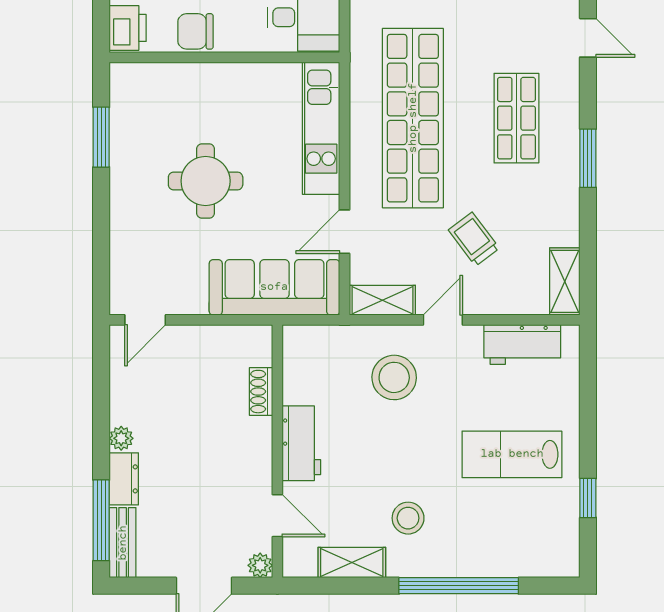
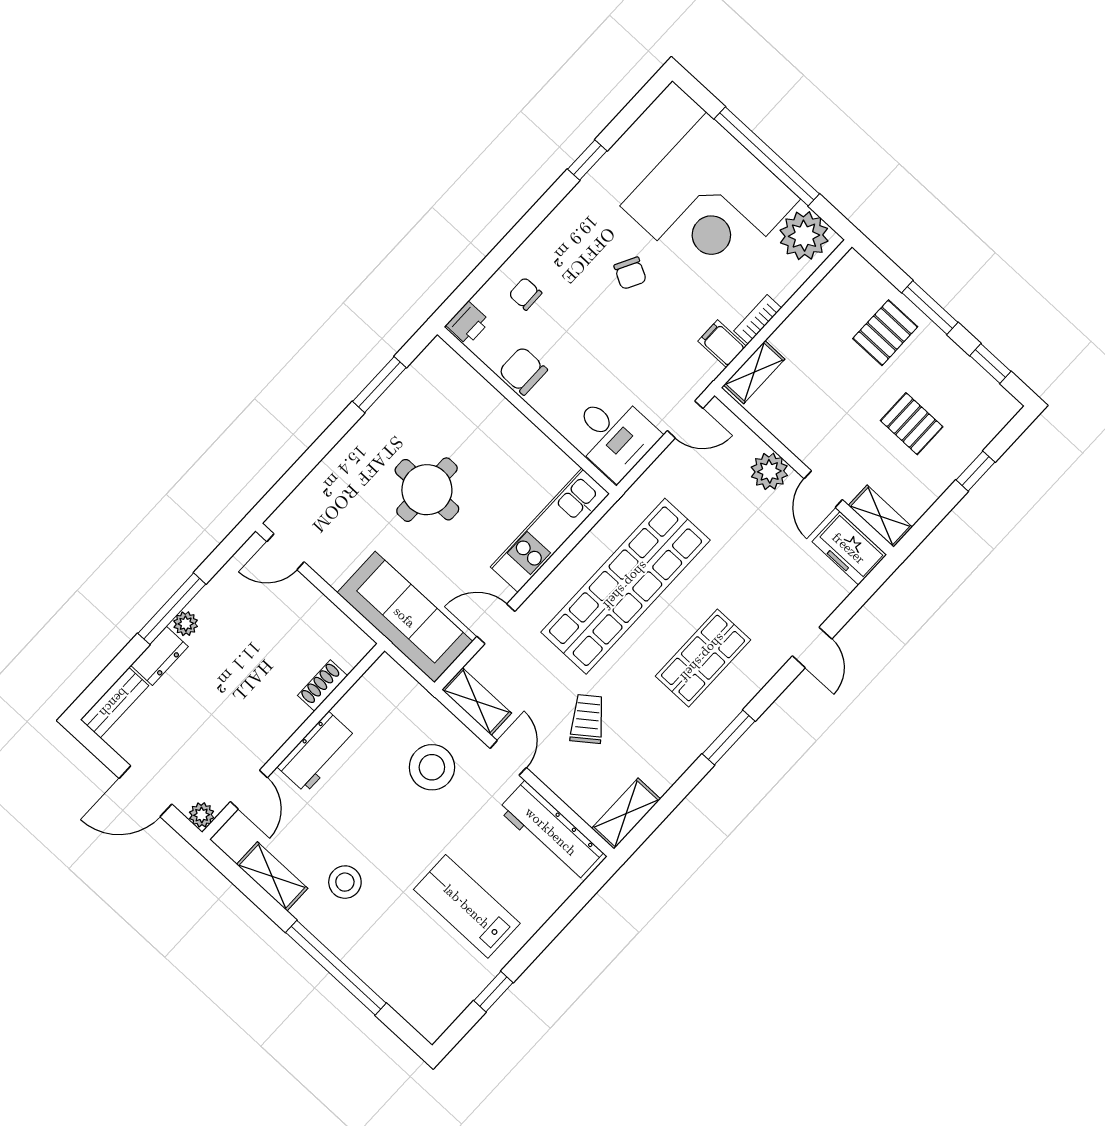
printer: (128, 28) -> (468, 323), width x0.73, depth x0.81
door: (443, 320) -> (508, 758), hinge flipped
workbench: (522, 344) -> (551, 831), width x1.37
window: (101, 520) -> (172, 609), moved

